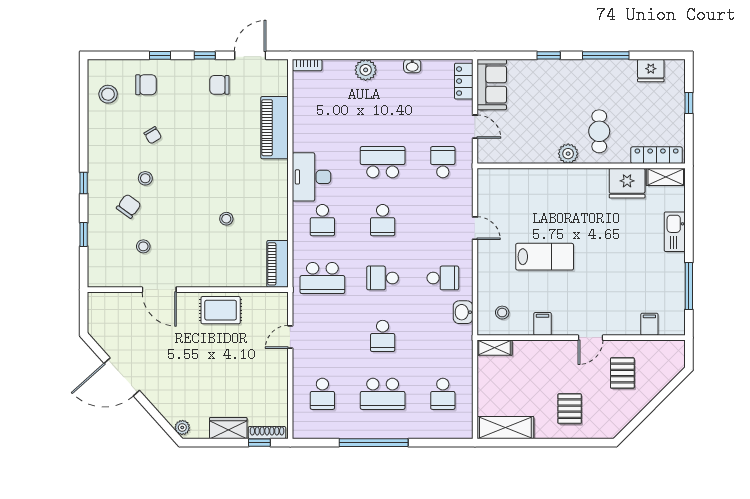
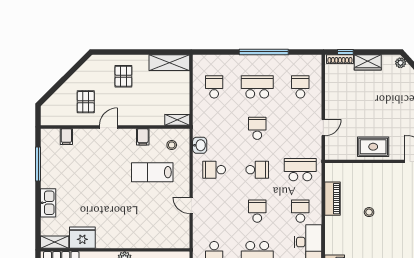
lab bench: (545, 257) -> (152, 172), moved
piano: (277, 264) -> (332, 199), moved

